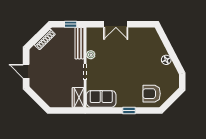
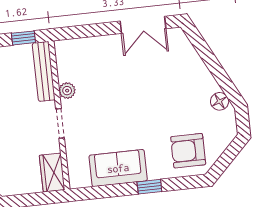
double door: (116, 24) -> (143, 25), moved
floor lamp: (166, 60) -> (220, 101), moved
sofa: (101, 99) -> (118, 168), moved

